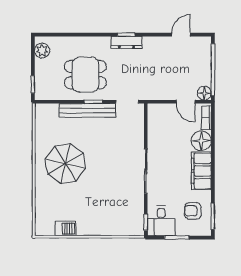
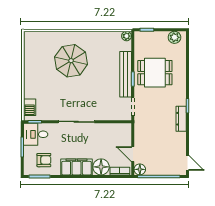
door: (181, 35) -> (187, 163), moved
dresser: (126, 42) -> (181, 119), moved
dining table: (85, 75) -> (155, 73), turned 90
door: (186, 102) -> (133, 154), hinge flipped
plant: (40, 109) -> (127, 36), added
parasol: (65, 164) -> (71, 61), moved
armchair: (193, 211) -> (44, 160), turned 90
barbecue: (65, 228) -> (30, 107), moved

